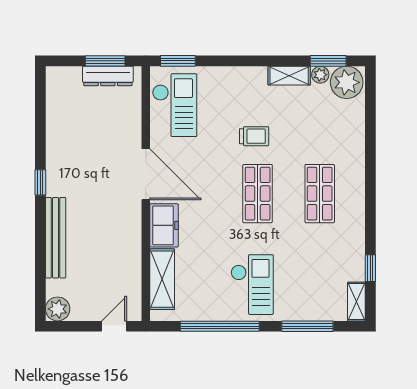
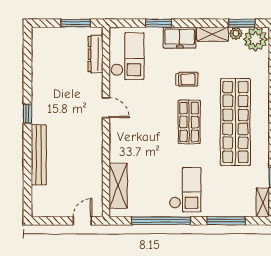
window: (178, 61) -> (158, 23), moved
dresser: (108, 76) -> (95, 54), moved, turned 90
door: (146, 174) -> (106, 108), width x0.53
shop shelf: (320, 194) -> (235, 122), width x2.00, depth x1.36
freezer: (164, 225) -> (180, 38), moved, turned 90
plant: (58, 309) -> (40, 208), removed

